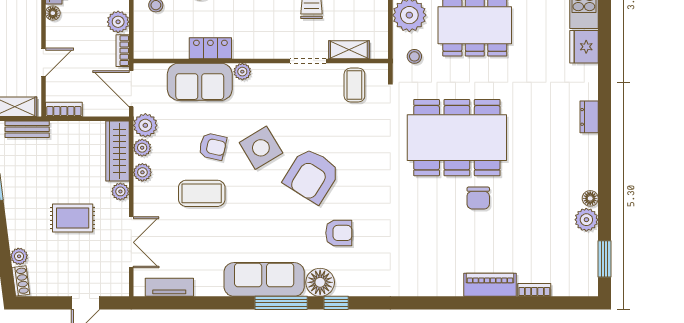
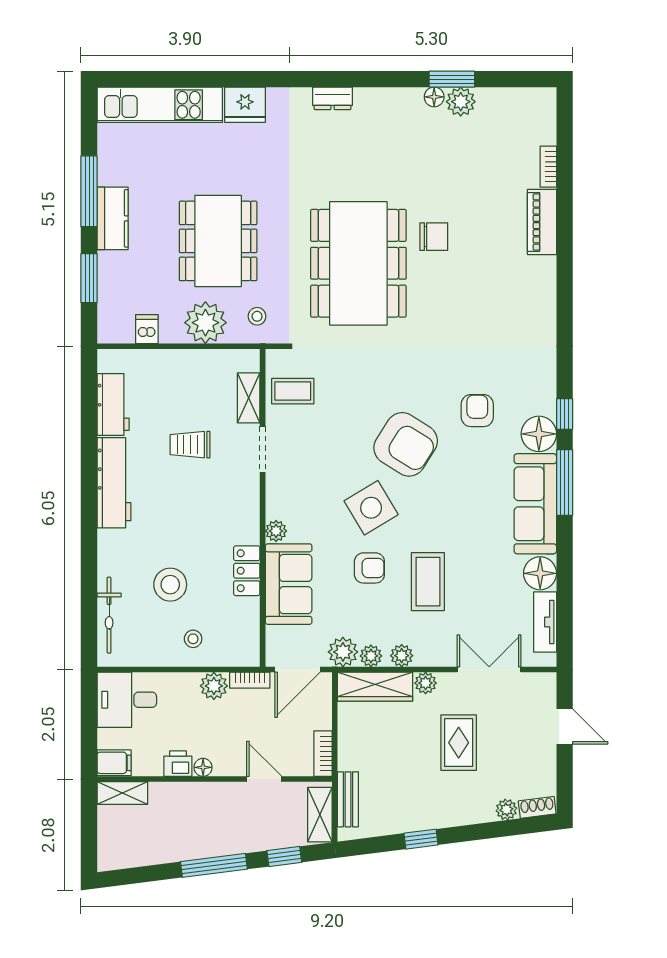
armchair: (213, 146) -> (369, 568), turned 77
window: (605, 259) -> (452, 79), moved
floor lamp: (208, 283) -> (540, 573), added

